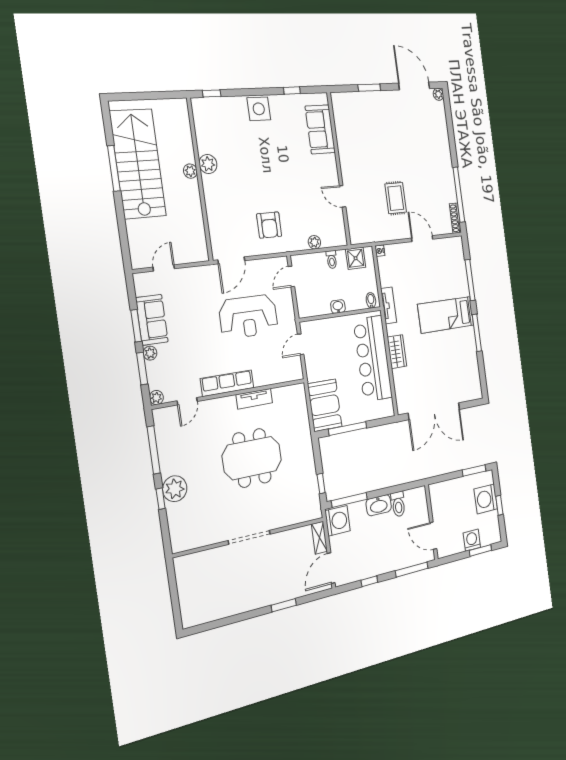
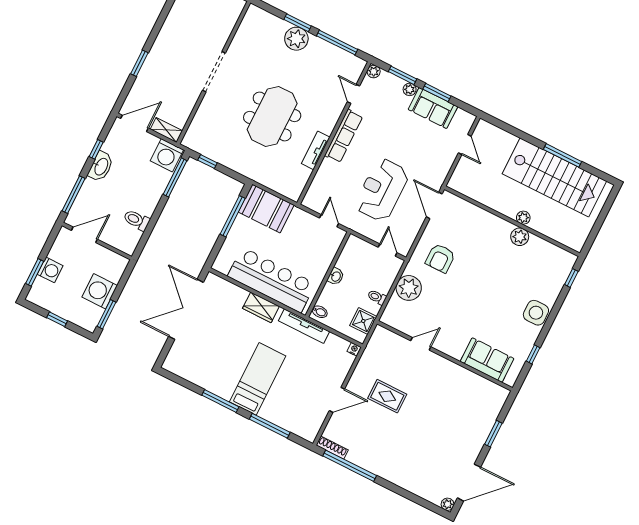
armchair: (269, 225) -> (440, 258), turned -90
plant: (314, 242) -> (409, 288), width x1.88, depth x1.88
tv unit: (389, 305) -> (304, 326), width x1.41
window: (161, 499) -> (297, 23), width x1.50
washing machine: (486, 499) -> (100, 291), moved, turned -90
washbasin: (379, 505) -> (101, 166), moved, turned 180
door: (331, 568) -> (134, 123), hinge flipped

